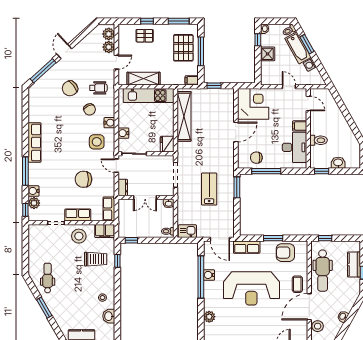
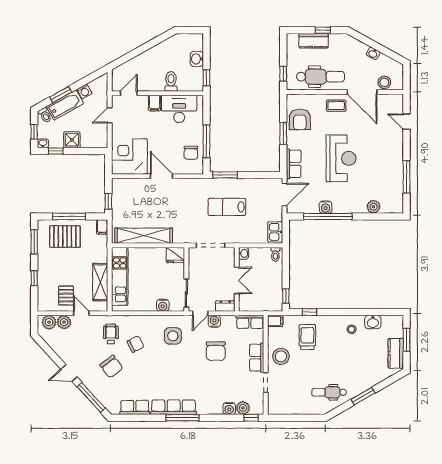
window: (274, 21) -> (34, 132), added
pallet: (145, 36) -> (66, 296), moved
row of seats: (34, 109) -> (135, 407), added
water cooler: (109, 123) -> (214, 321), moved
window: (25, 171) -> (182, 418), moved
filing cabinet: (105, 231) -> (275, 321), width x0.50
reception desk: (251, 288) -> (341, 158), width x0.74, depth x0.77

